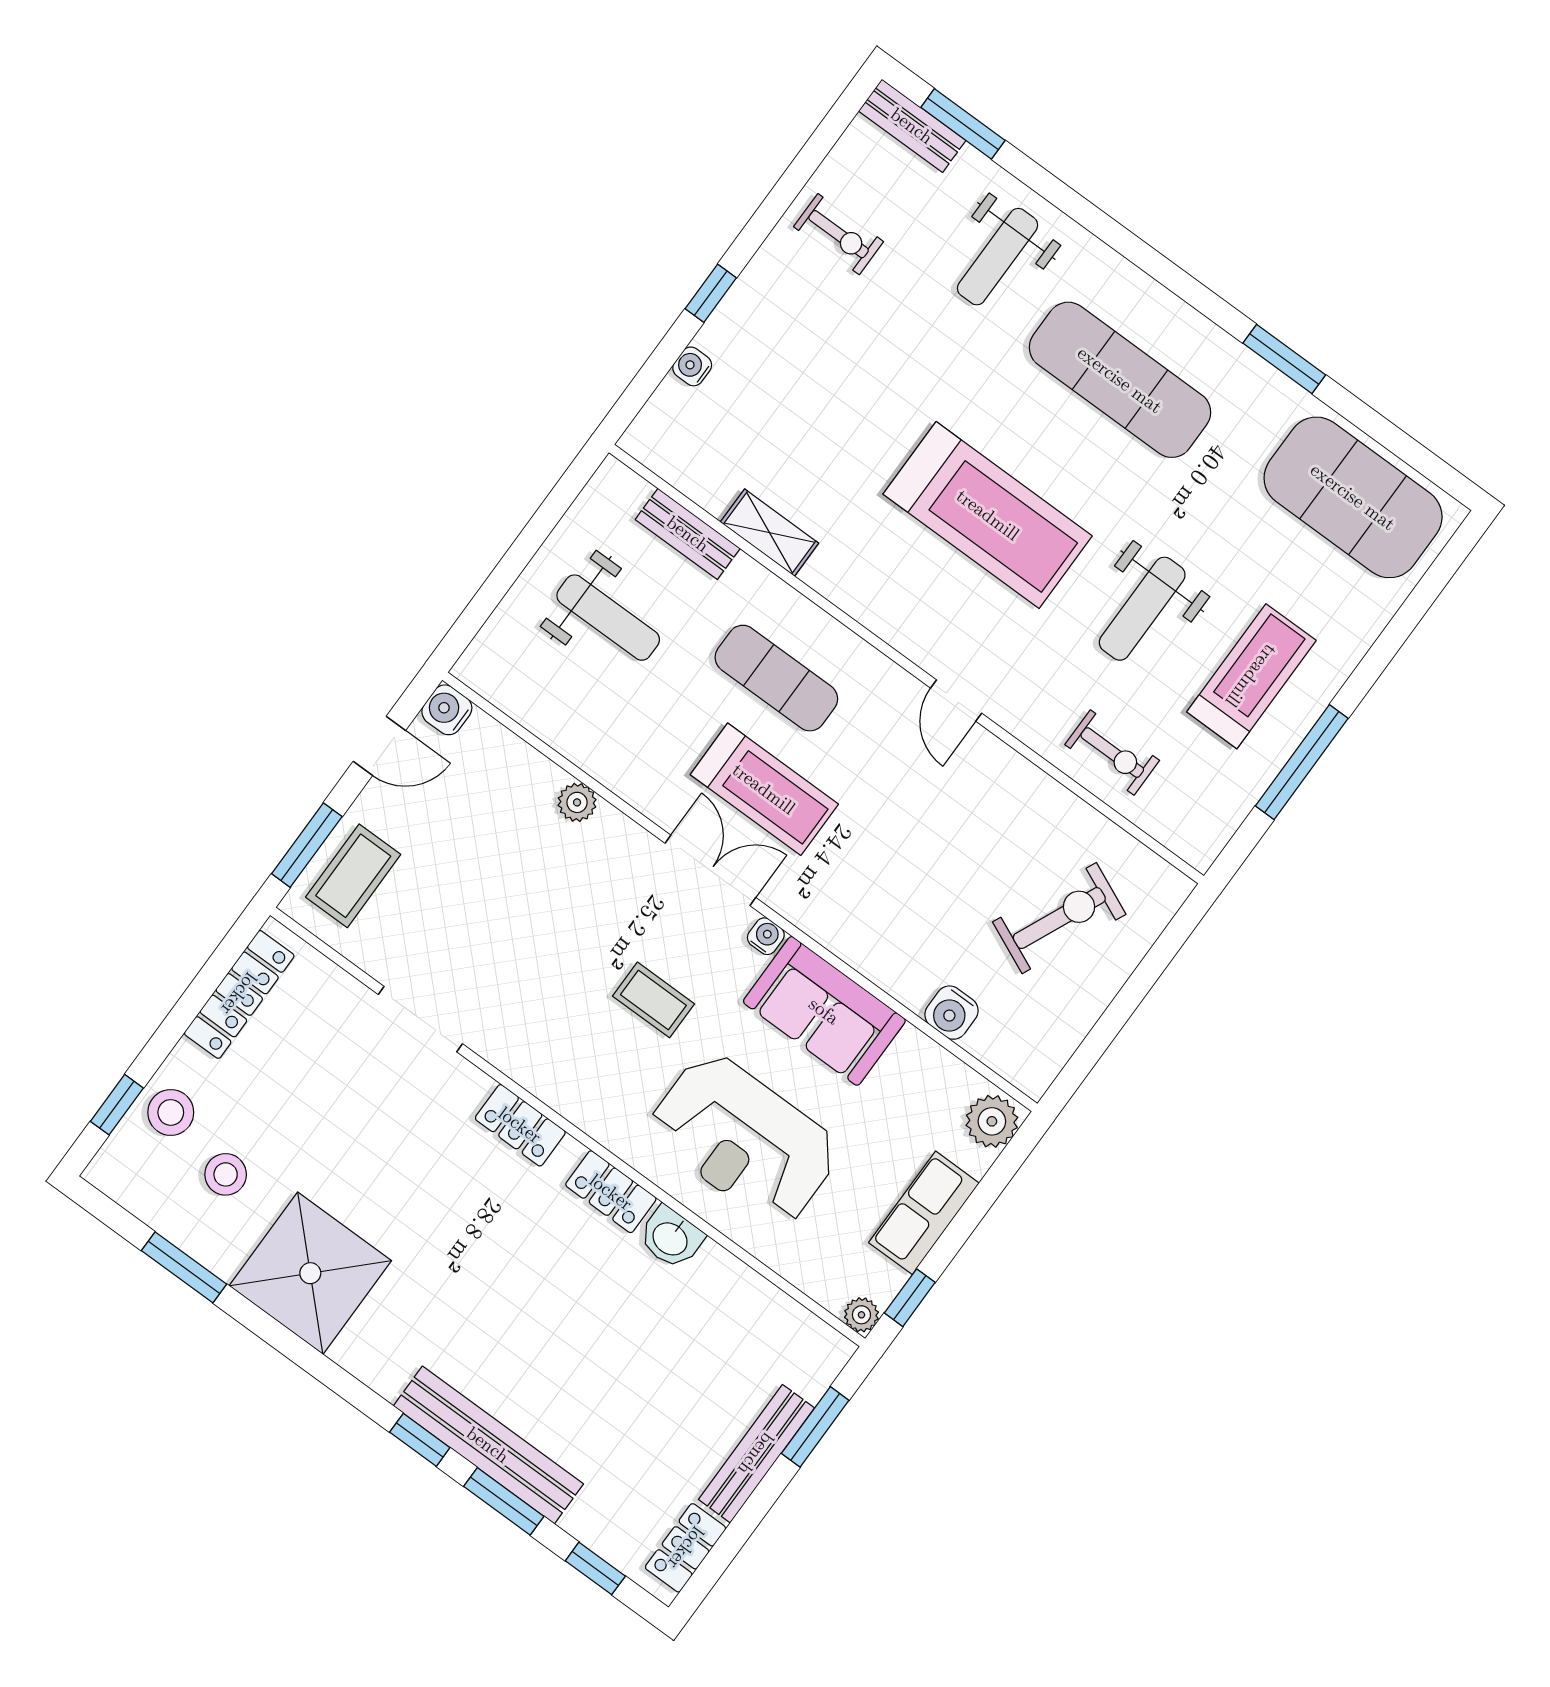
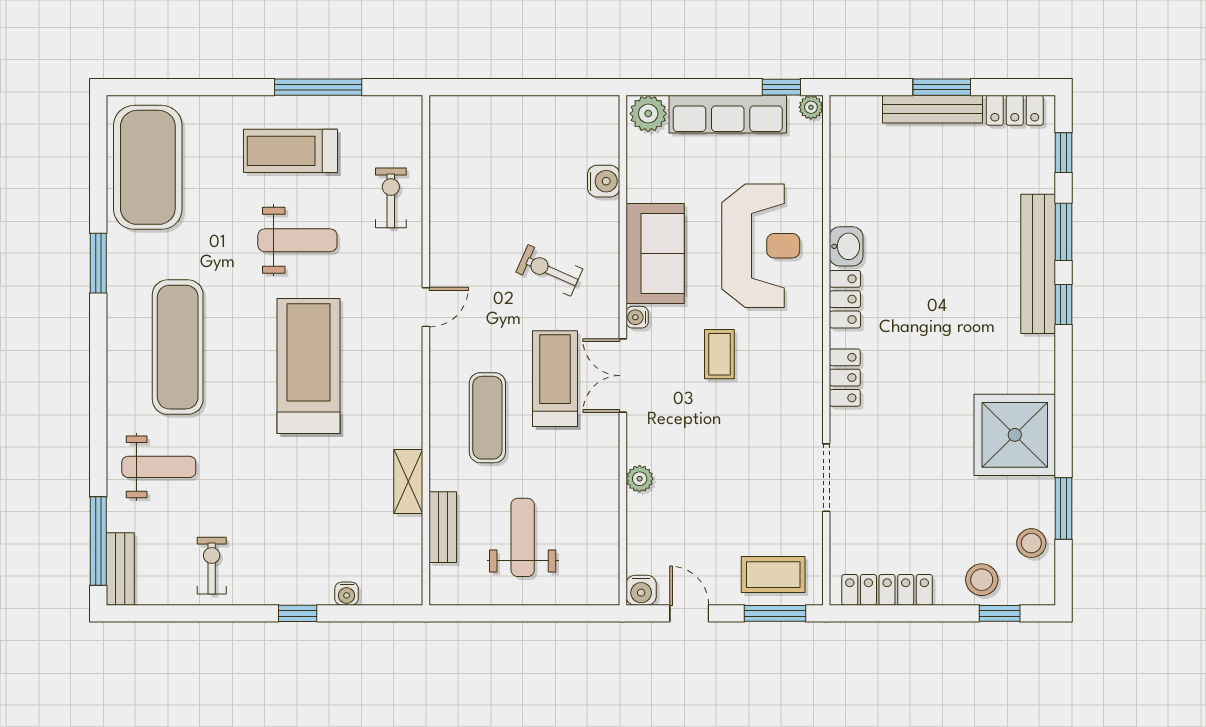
window: (963, 124) -> (98, 541), width x1.44
exercise bike: (1059, 918) -> (549, 270), moved, width x0.73, depth x0.72
stool: (226, 1174) -> (1031, 543), moved
row of seats: (924, 1213) -> (728, 114), width x1.48
window: (815, 1427) -> (942, 87), moved

